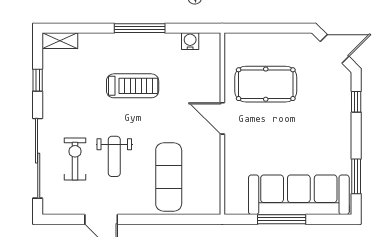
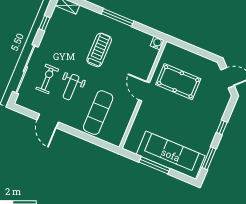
water cooler: (190, 41) -> (157, 43), moved
treadmill: (133, 86) -> (99, 50), turned -90
window: (356, 102) -> (222, 127), moved

